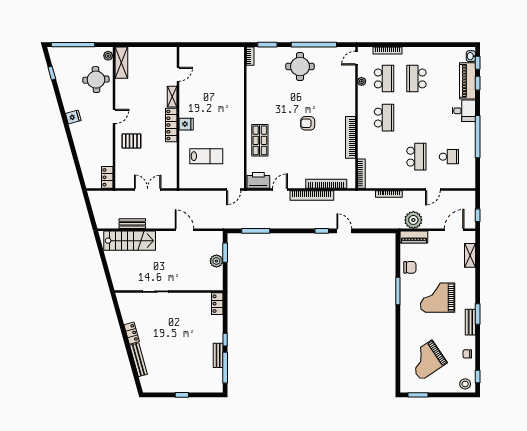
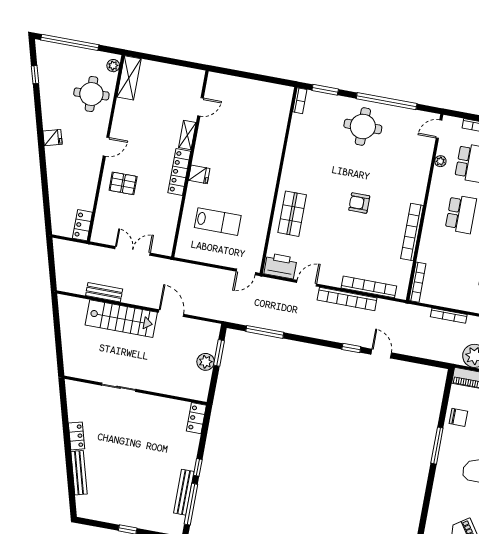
stairs: (130, 241) -> (121, 319), moved
bench: (218, 355) -> (184, 492), width x1.36

